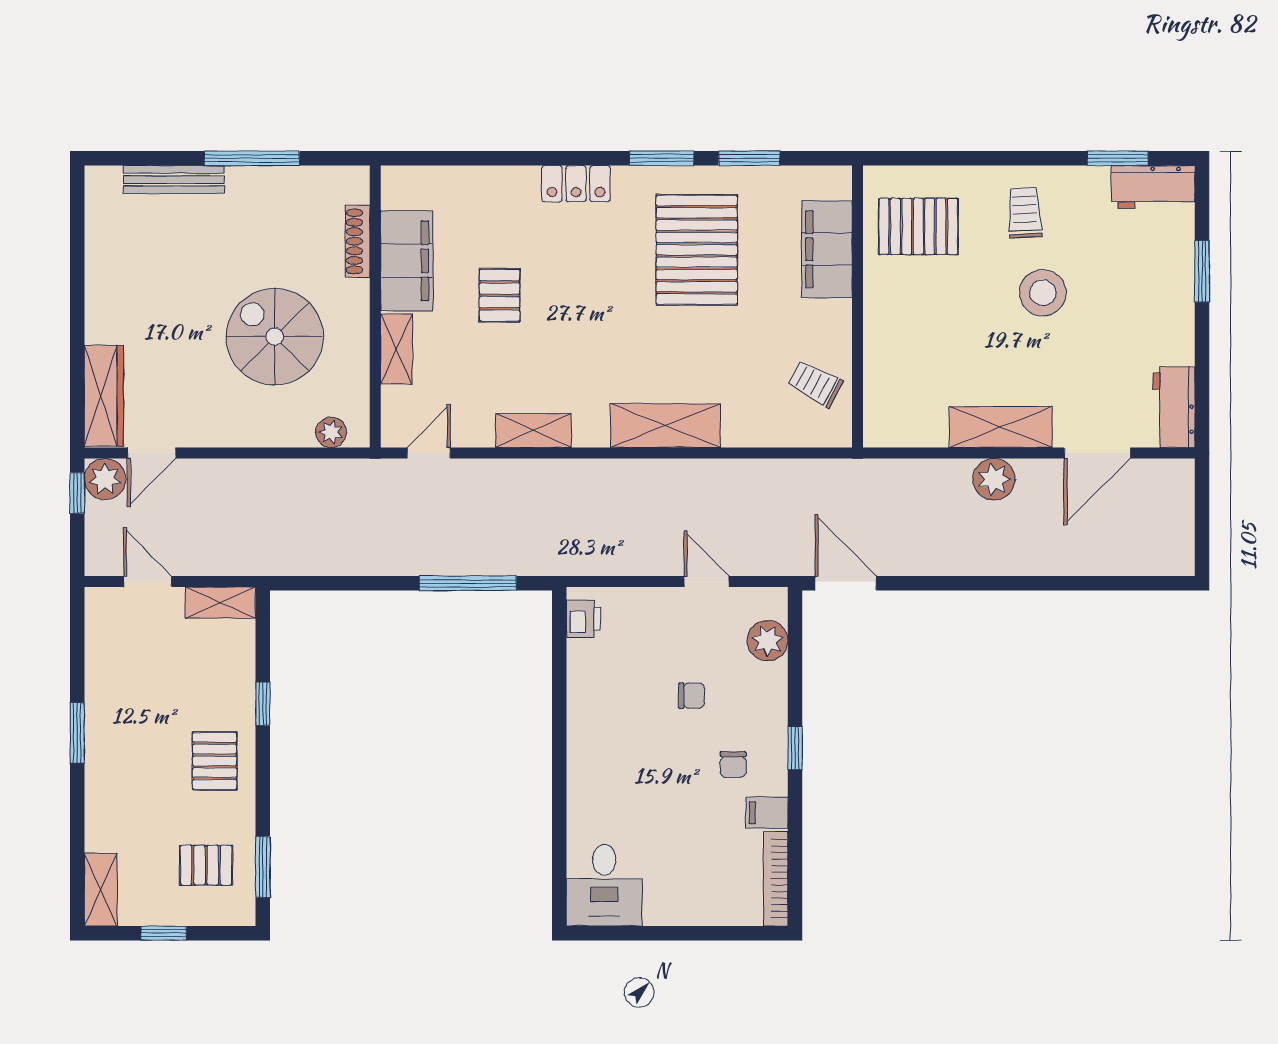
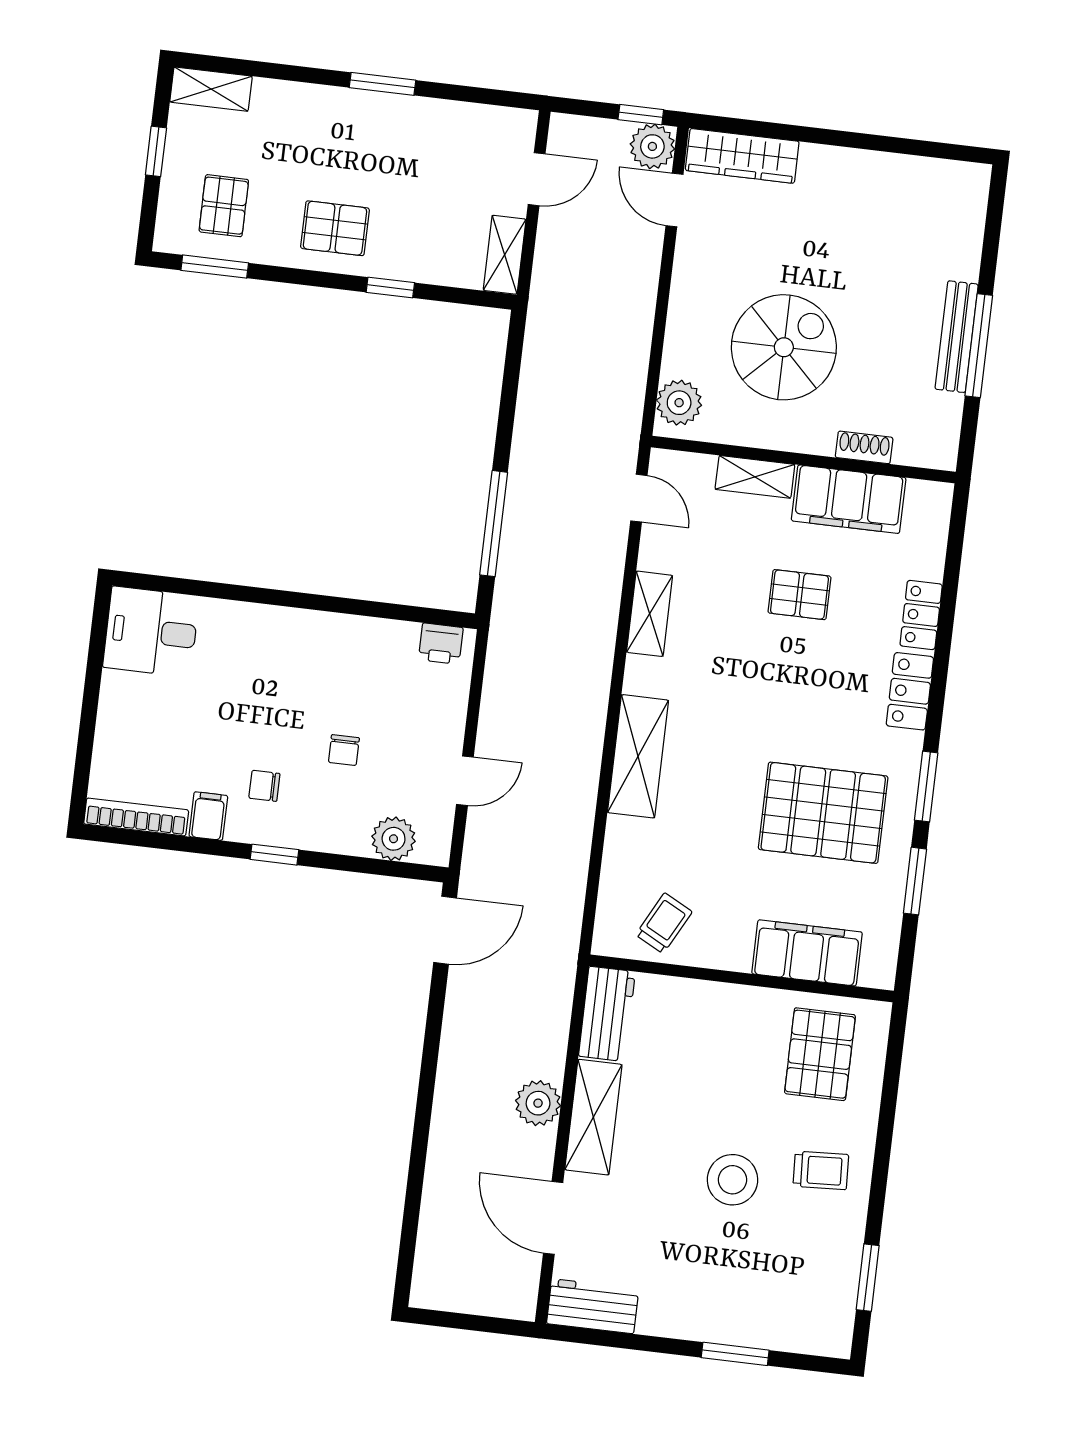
bench: (174, 180) -> (957, 337), moved
locker: (505, 182) -> (921, 615), added
workbench: (1153, 187) -> (607, 1014), moved, turned 180
shoe rack: (358, 241) -> (864, 447), width x0.70
plant: (331, 432) -> (679, 403), width x1.38, depth x1.38

